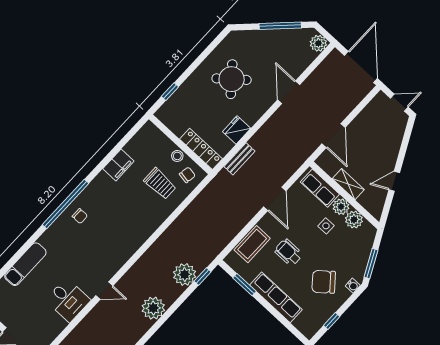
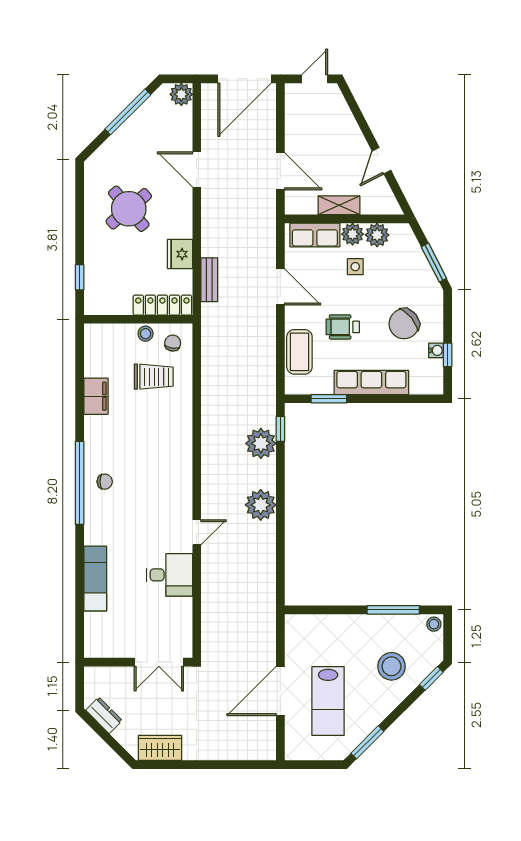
door: (361, 67) -> (245, 79), swing flipped
water cooler: (353, 286) -> (436, 350), moved

